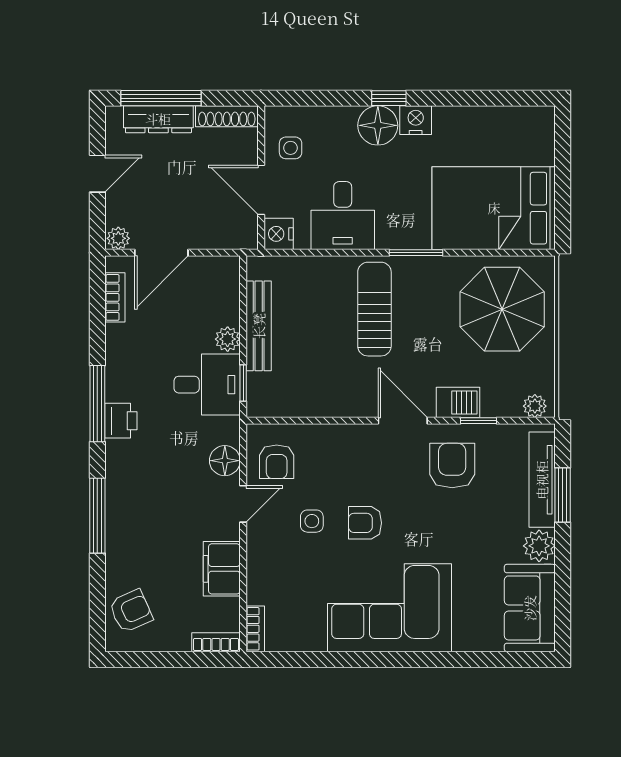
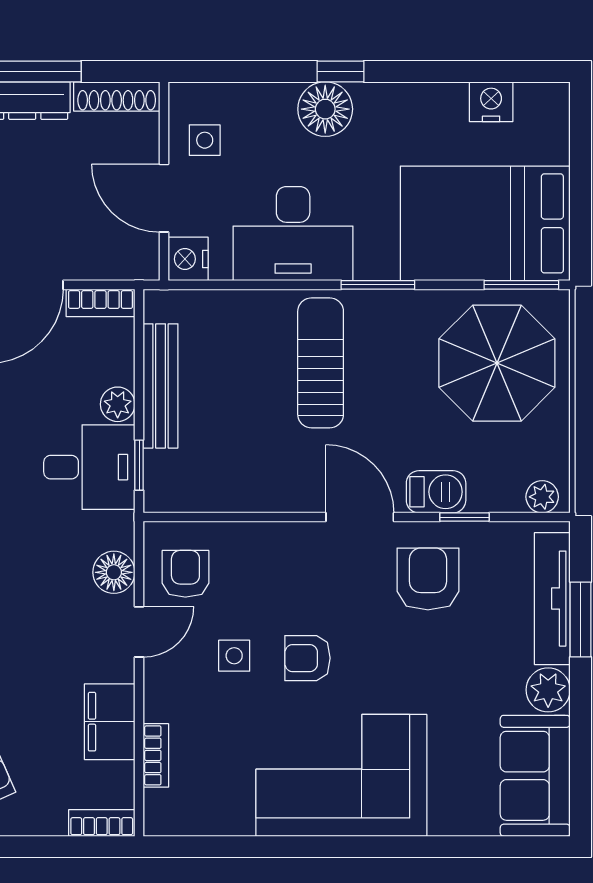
nightstand: (416, 120) -> (491, 102), moved
desk: (343, 216) -> (293, 234), width x1.37
window: (520, 253) -> (521, 285), added
bookcase: (215, 266) -> (100, 303), added
armchair: (277, 462) -> (185, 574), turned 180
bookcase: (255, 629) -> (156, 755), moved

